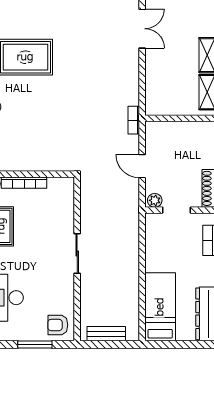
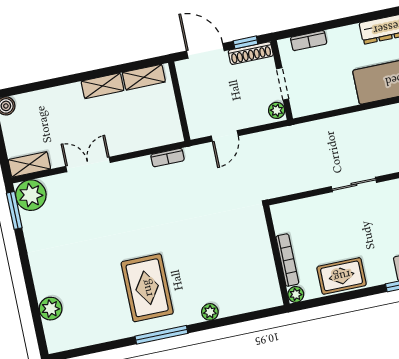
bookcase: (134, 120) -> (168, 158), moved
door: (142, 166) -> (225, 136), moved

